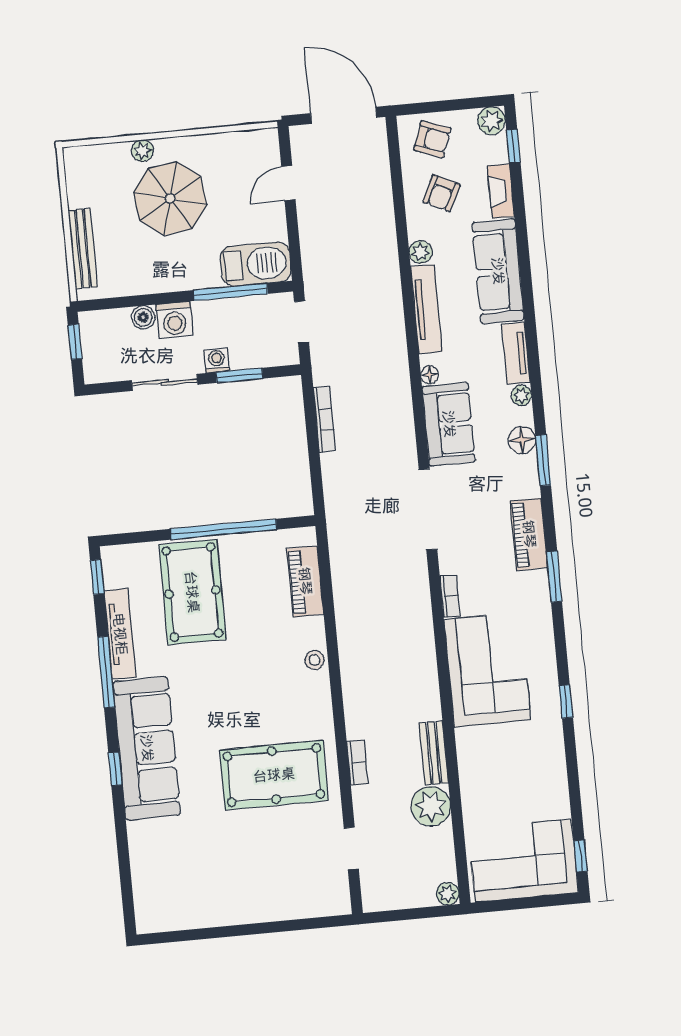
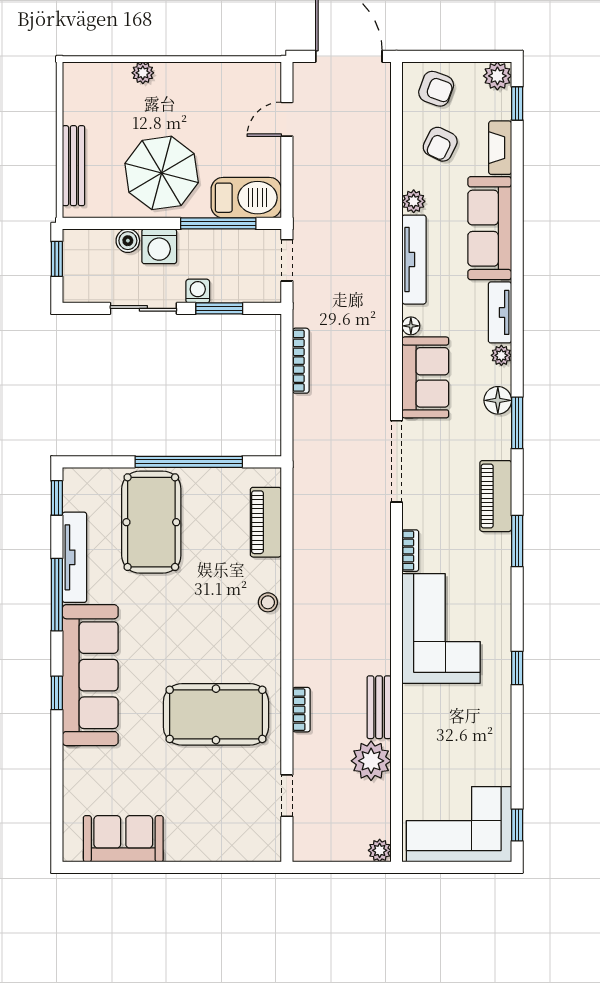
parasol: (170, 199) -> (162, 173), moved
sofa: (194, 906) -> (123, 839), added

